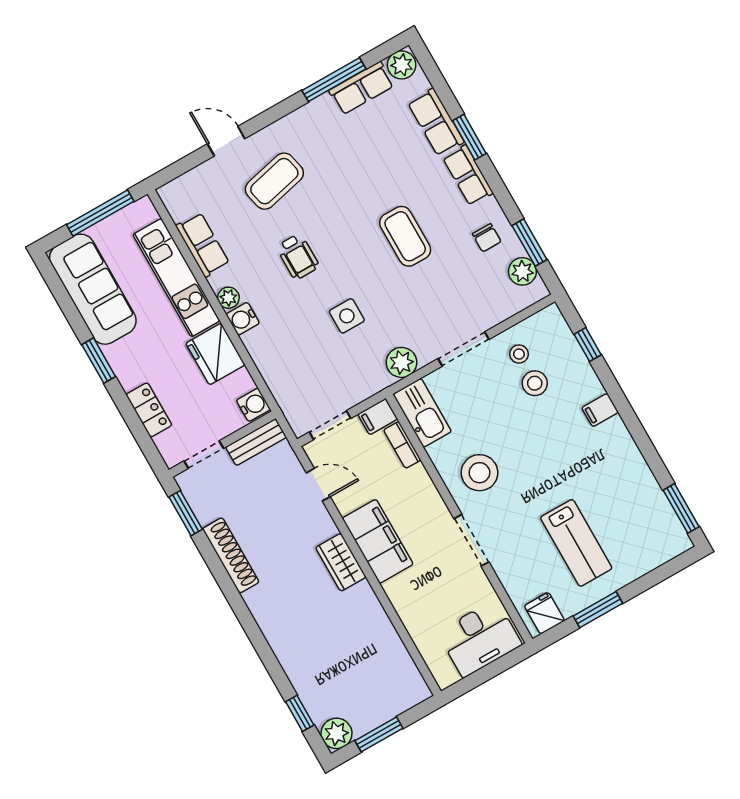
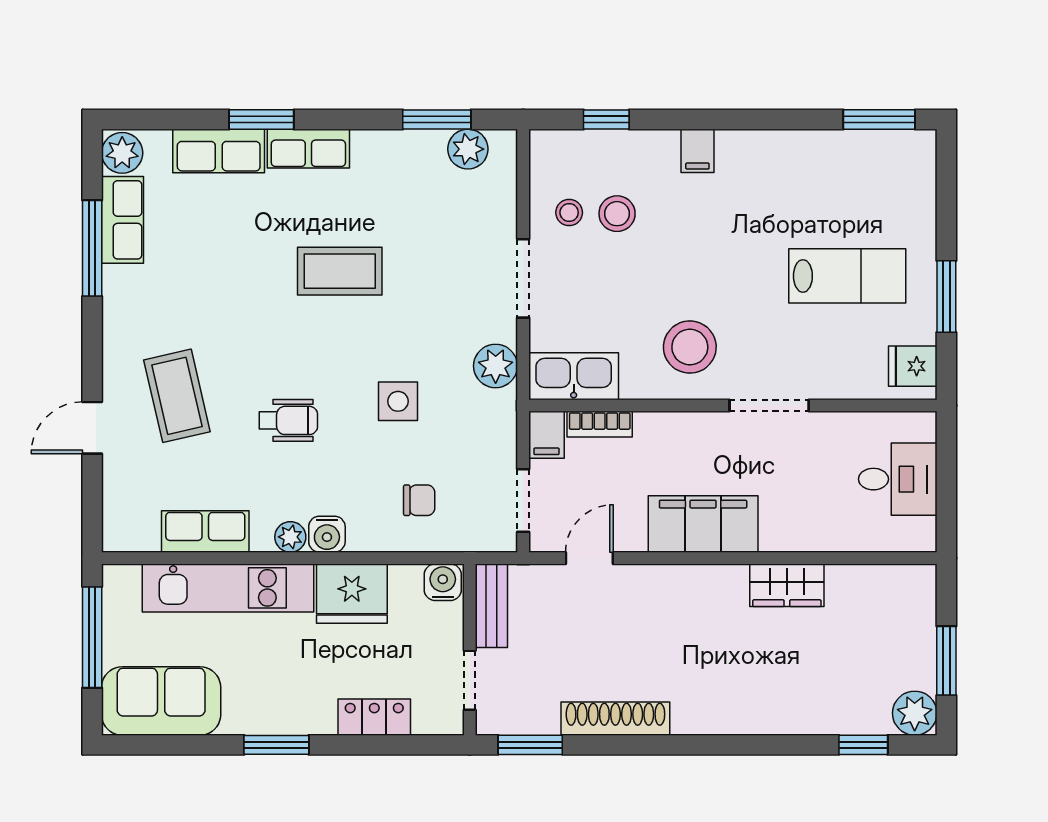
chair: (487, 238) -> (419, 500), moved
sofa: (93, 289) -> (161, 701), width x0.73
wardrobe: (341, 562) -> (787, 585), moved
desk: (480, 638) -> (898, 479), width x0.73

